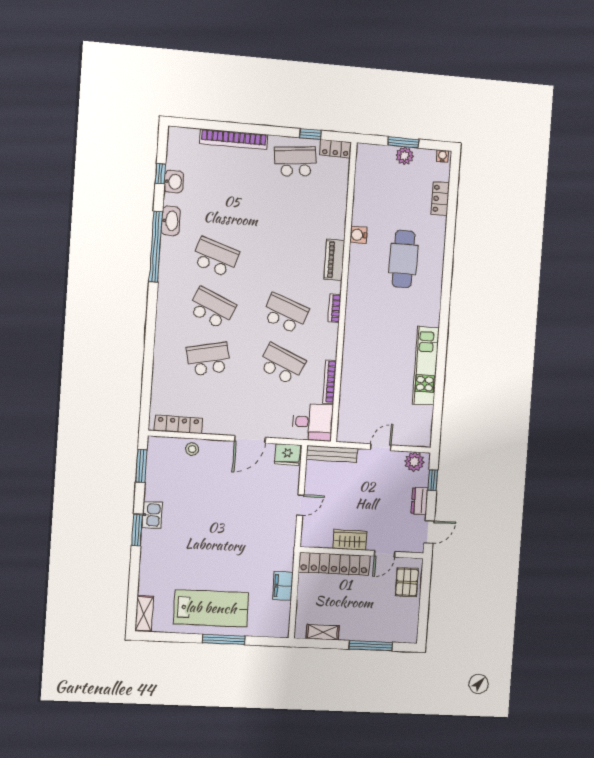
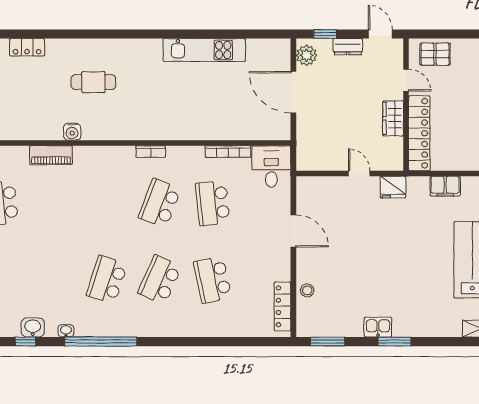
washbasin: (171, 221) -> (66, 331), width x0.52, depth x0.69
cafe table: (403, 259) -> (93, 82), width x0.73, depth x0.74
piano: (334, 260) -> (51, 155), moved
school desk: (282, 364) -> (213, 203), turned -30
door: (381, 447) -> (293, 92), width x1.88
bench: (332, 454) -> (304, 144), removed
fridge: (287, 455) -> (393, 187), moved, turned 90

